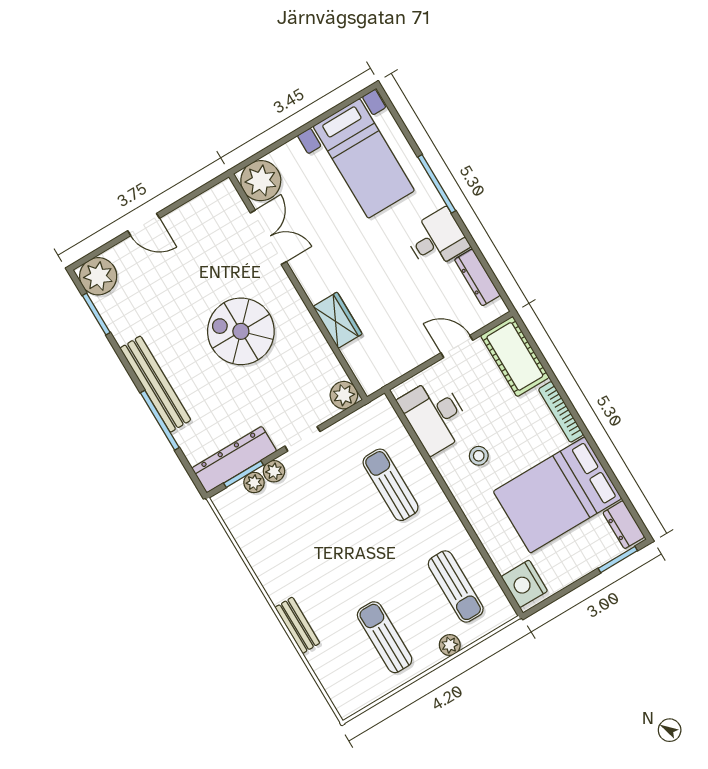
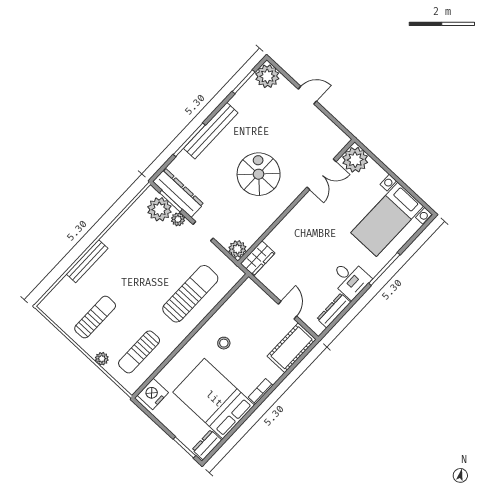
door: (144, 224) -> (307, 95), swing flipped
wardrobe: (338, 320) -> (258, 258), moved
bookcase: (561, 412) -> (261, 391), width x0.64
desk: (435, 415) -> (241, 309), removed
plant: (254, 483) -> (159, 209), width x1.87, depth x1.87
sun lounger: (391, 485) -> (190, 294), width x1.36, depth x1.34
bench: (297, 625) -> (87, 261), width x1.36

